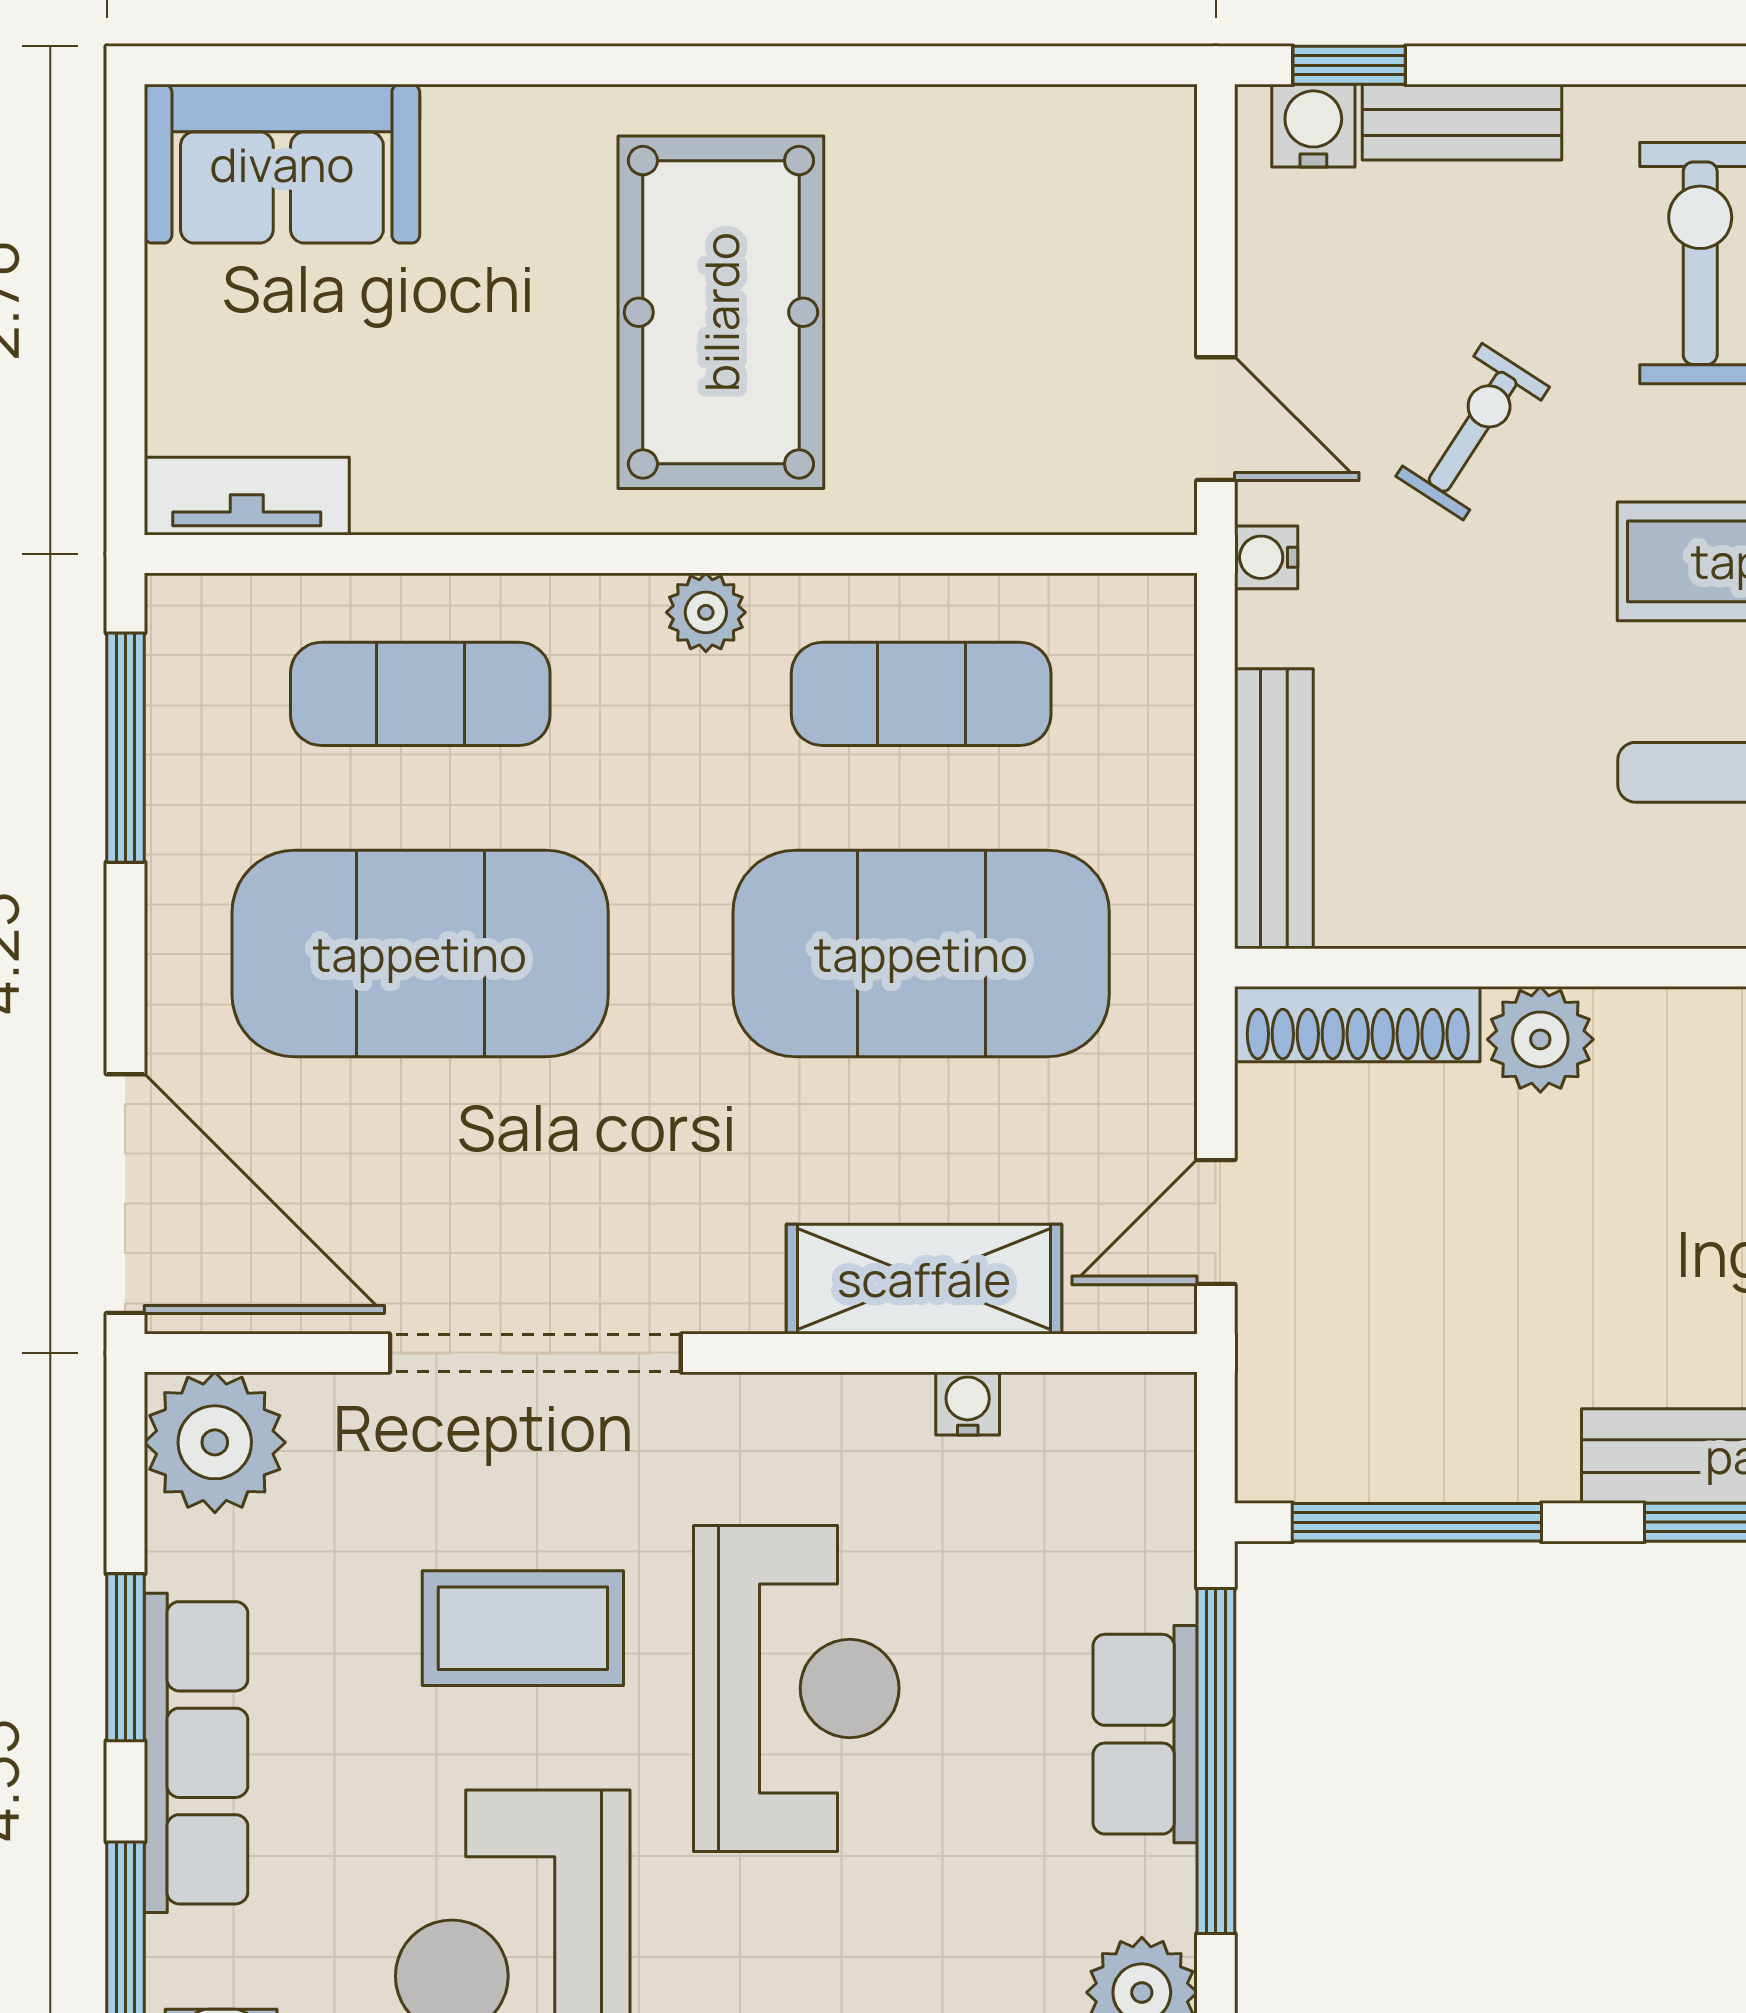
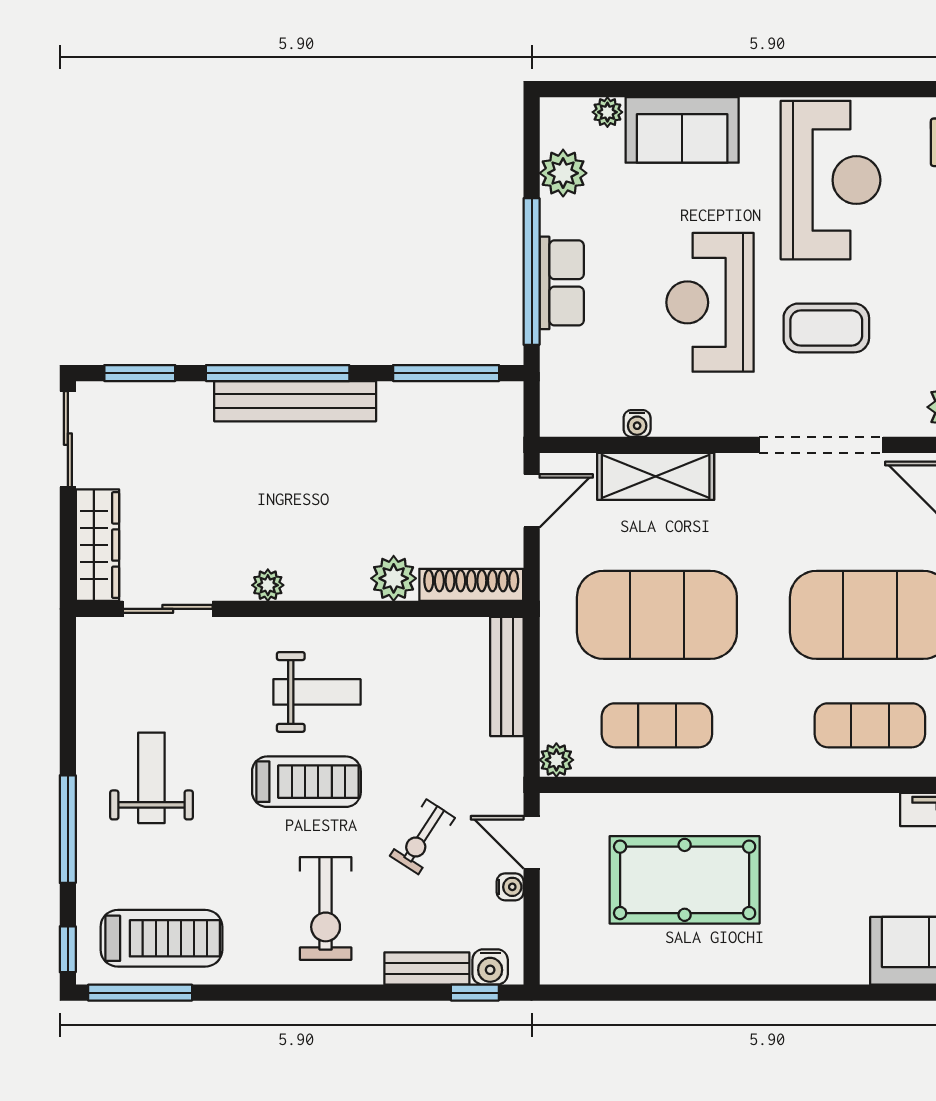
pool table: (721, 312) -> (685, 880), moved, turned 90
water cooler: (1266, 557) -> (510, 887), moved
plant: (706, 612) -> (556, 760), moved

